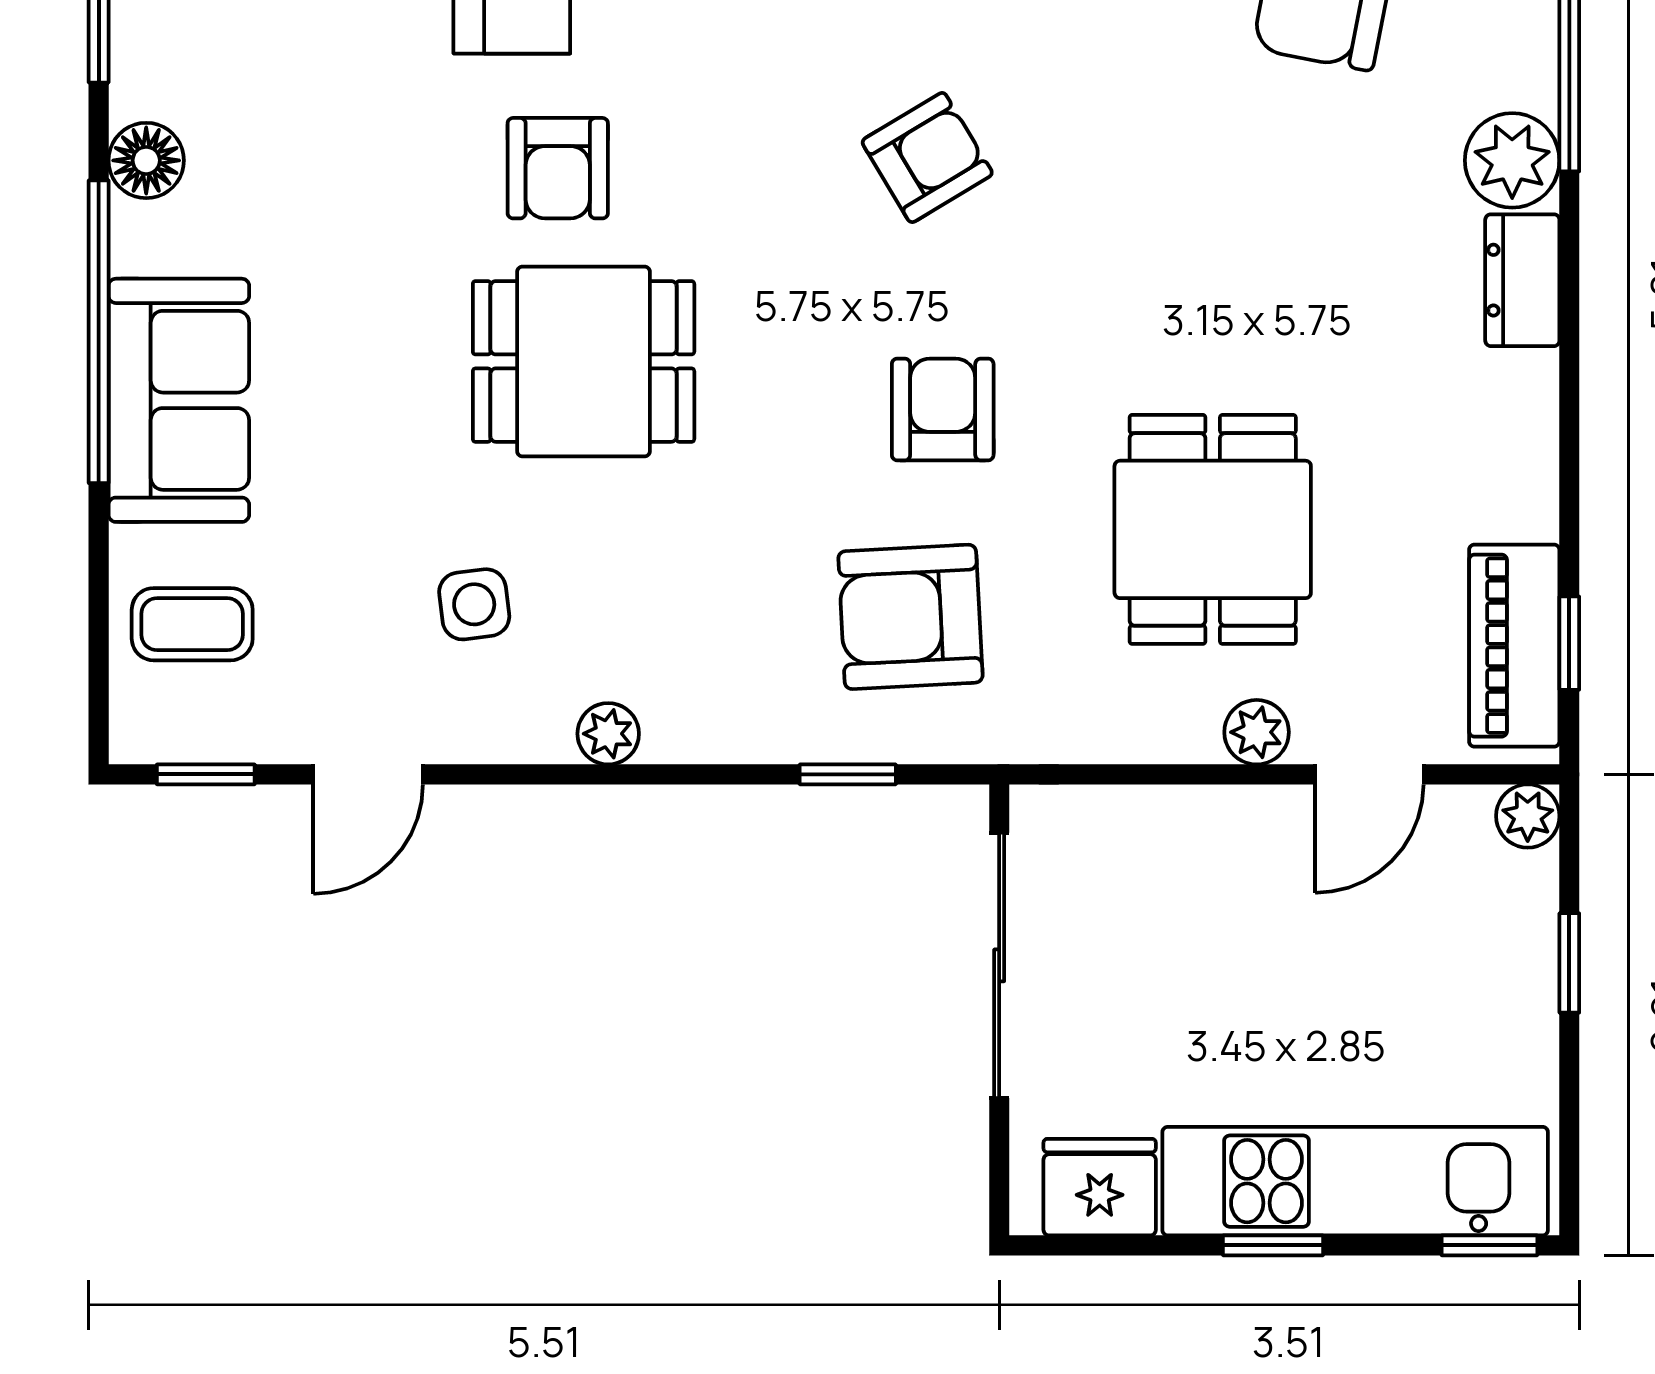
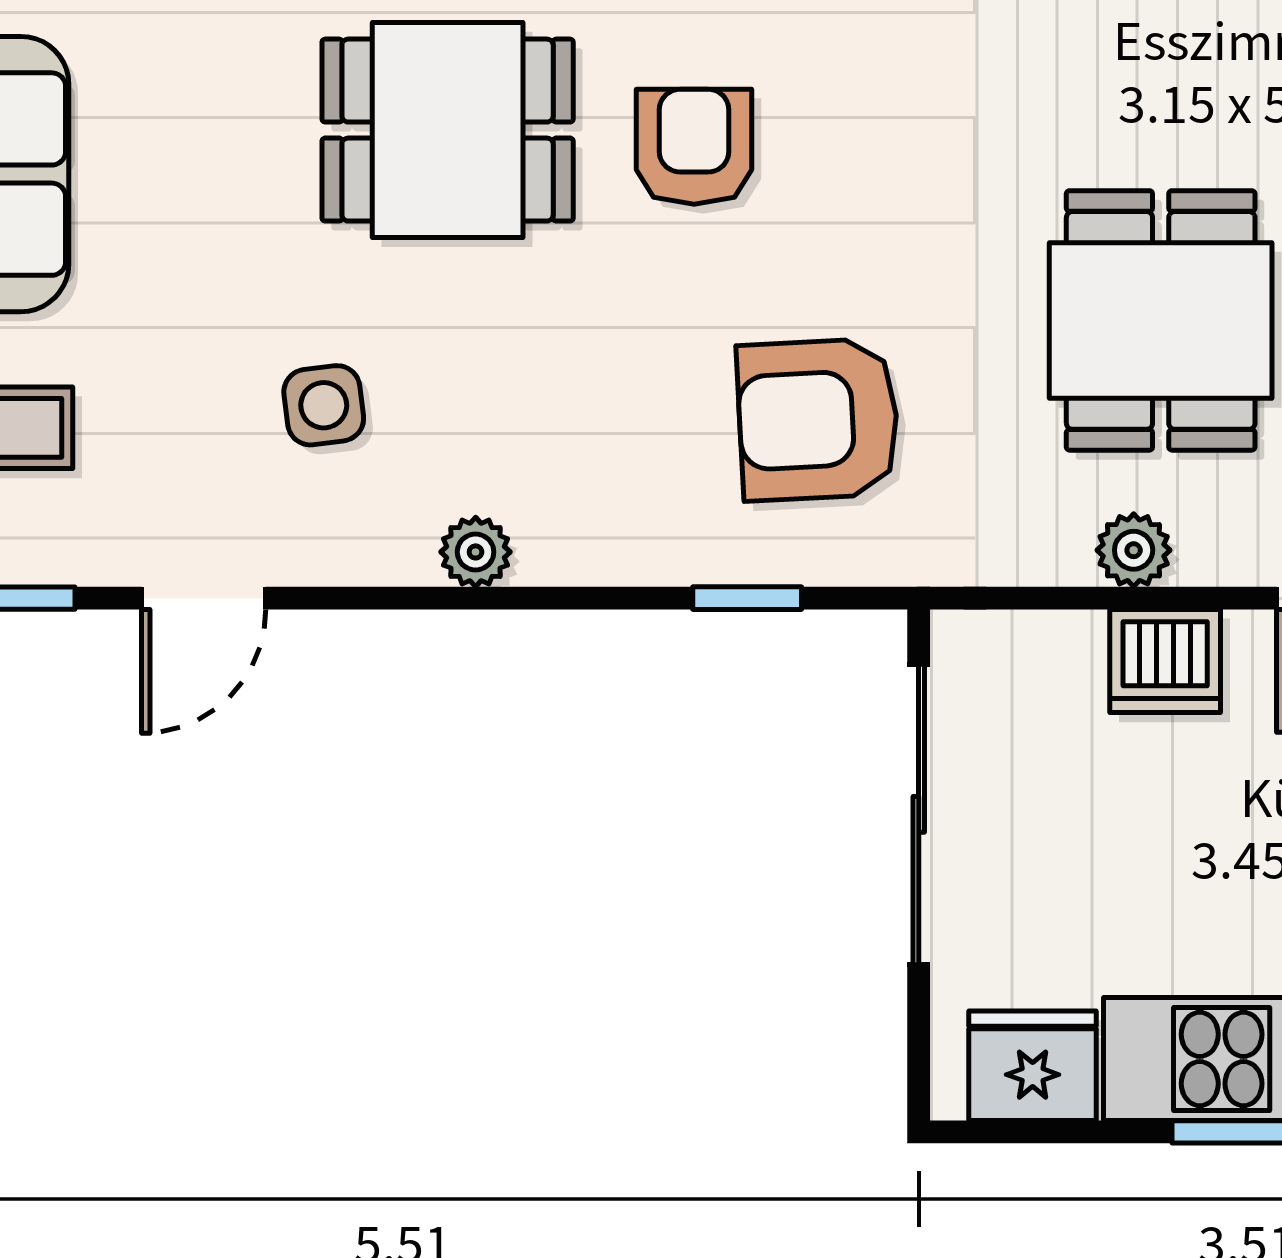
armchair: (943, 409) -> (694, 147), moved
plant: (1257, 732) -> (1134, 550), moved
dishwasher: (1217, 830) -> (1165, 661), added

